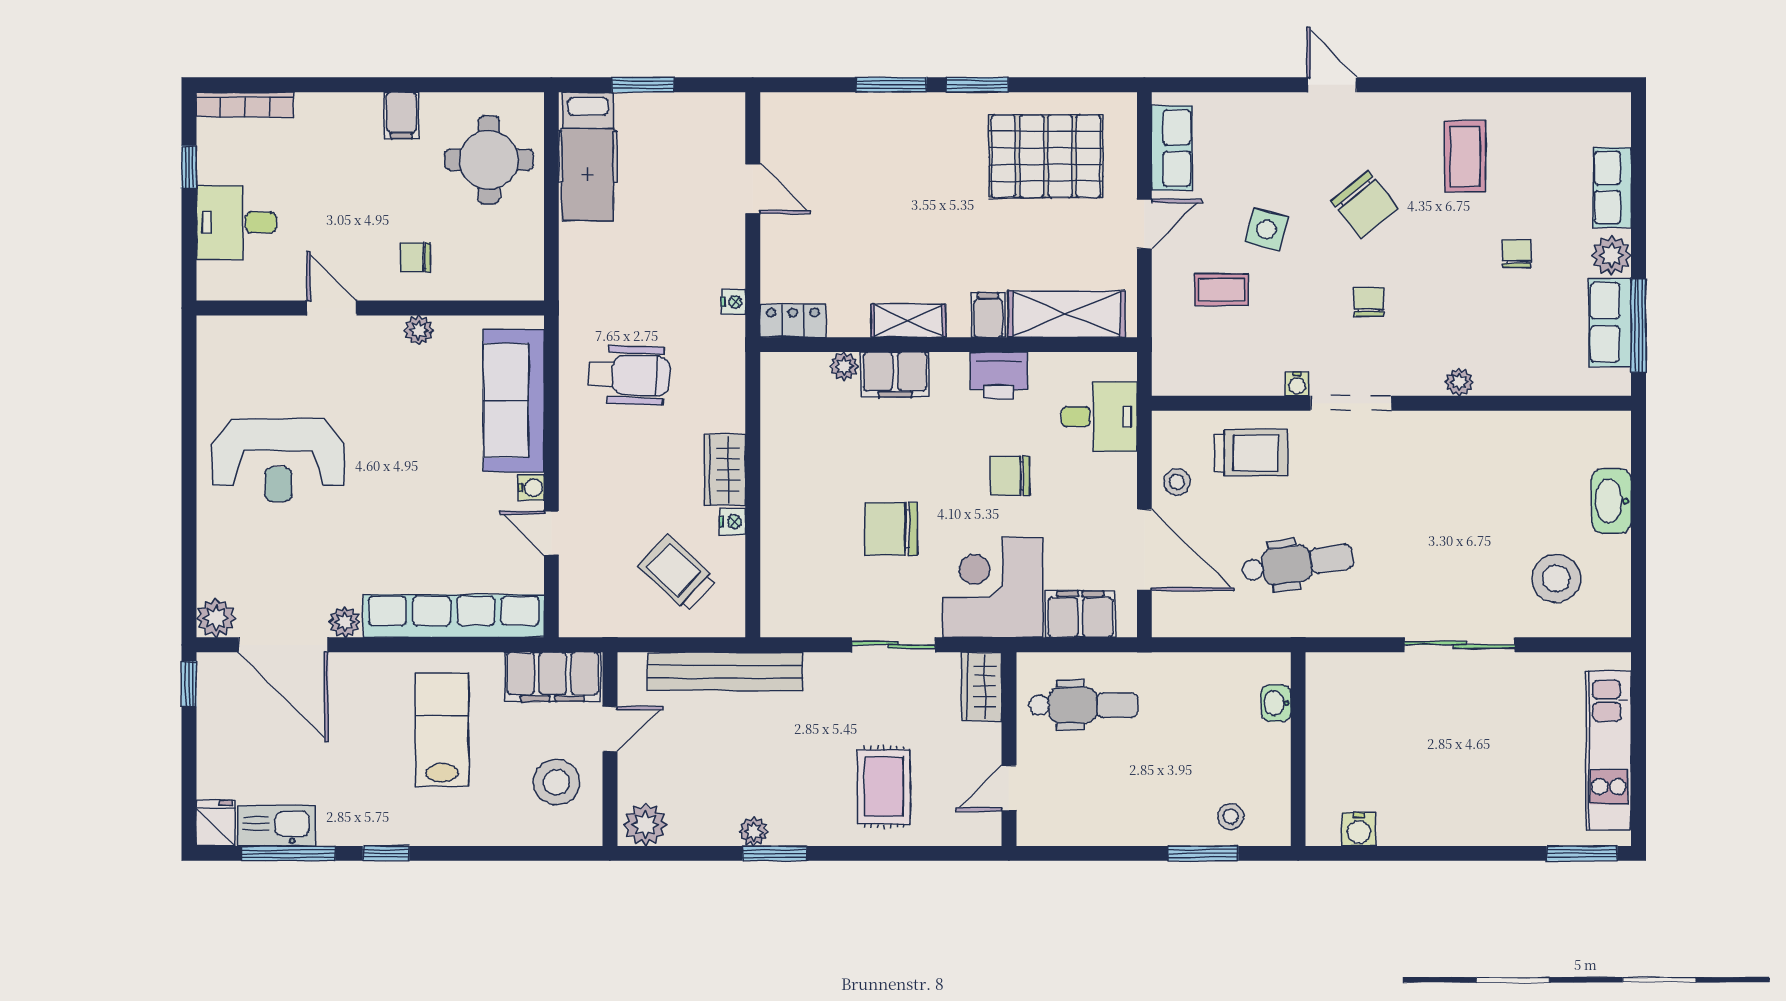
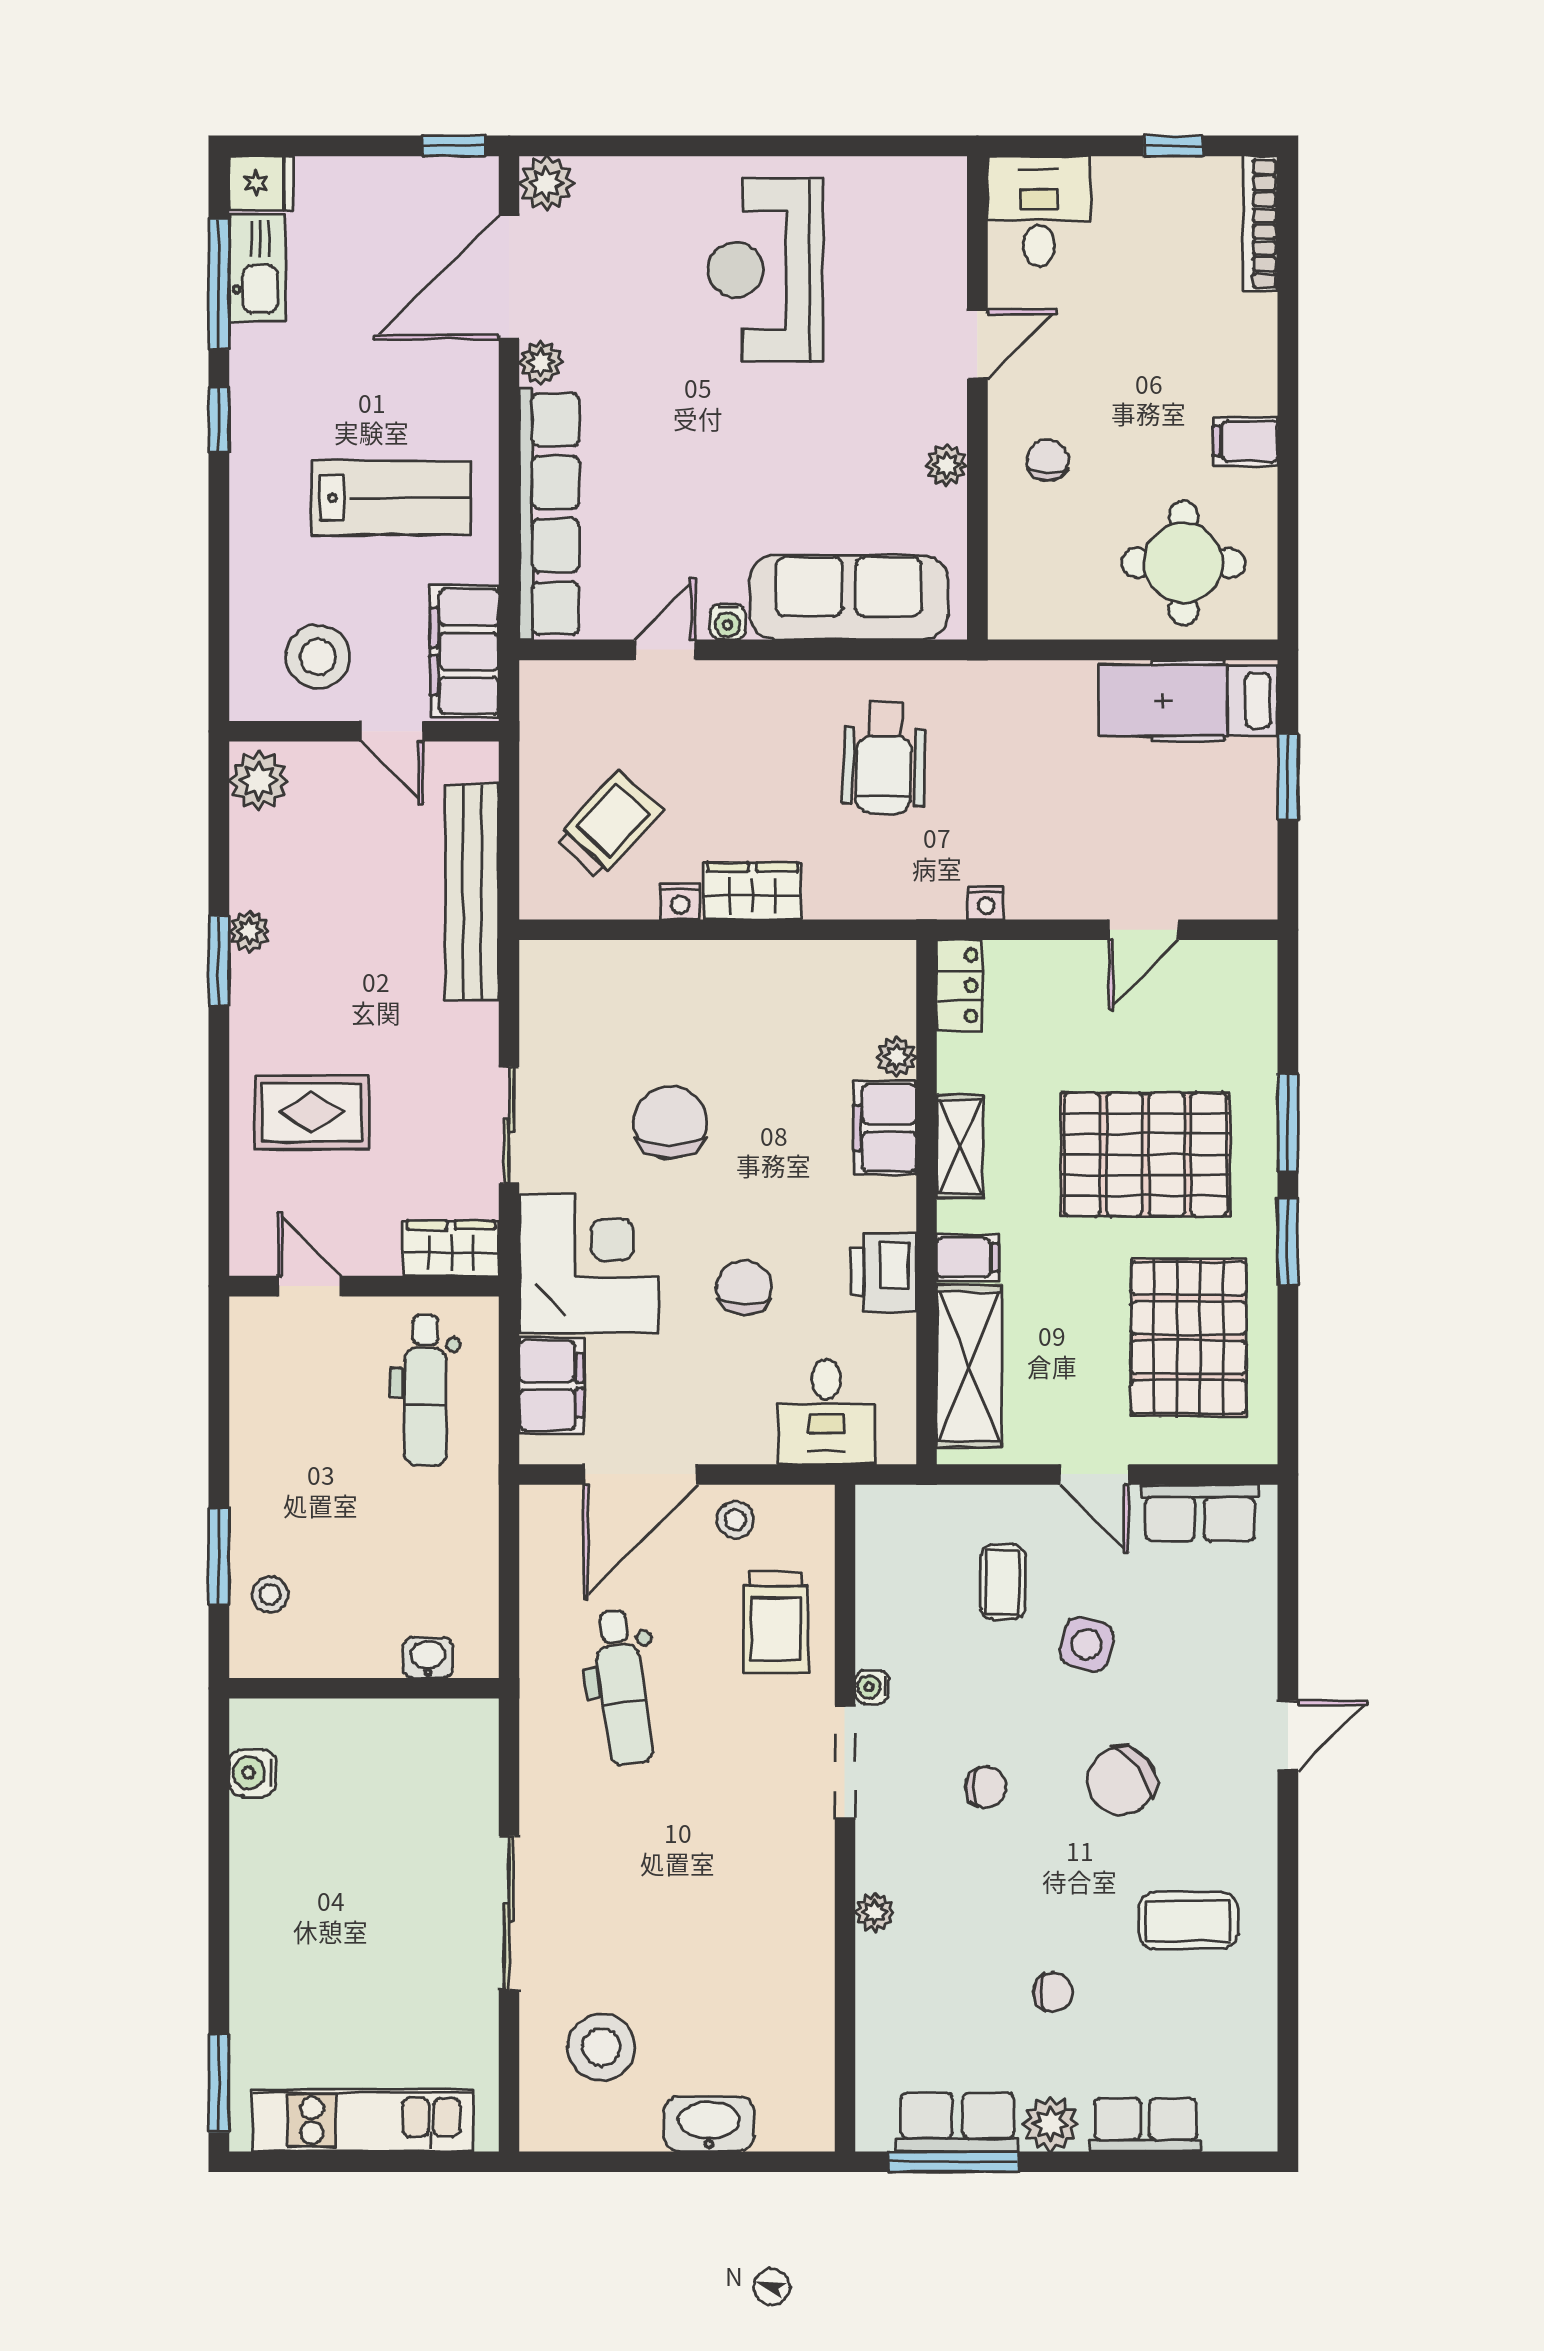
pallet: (914, 187) -> (1145, 1155), added
desk: (236, 222) -> (1039, 211), moved

